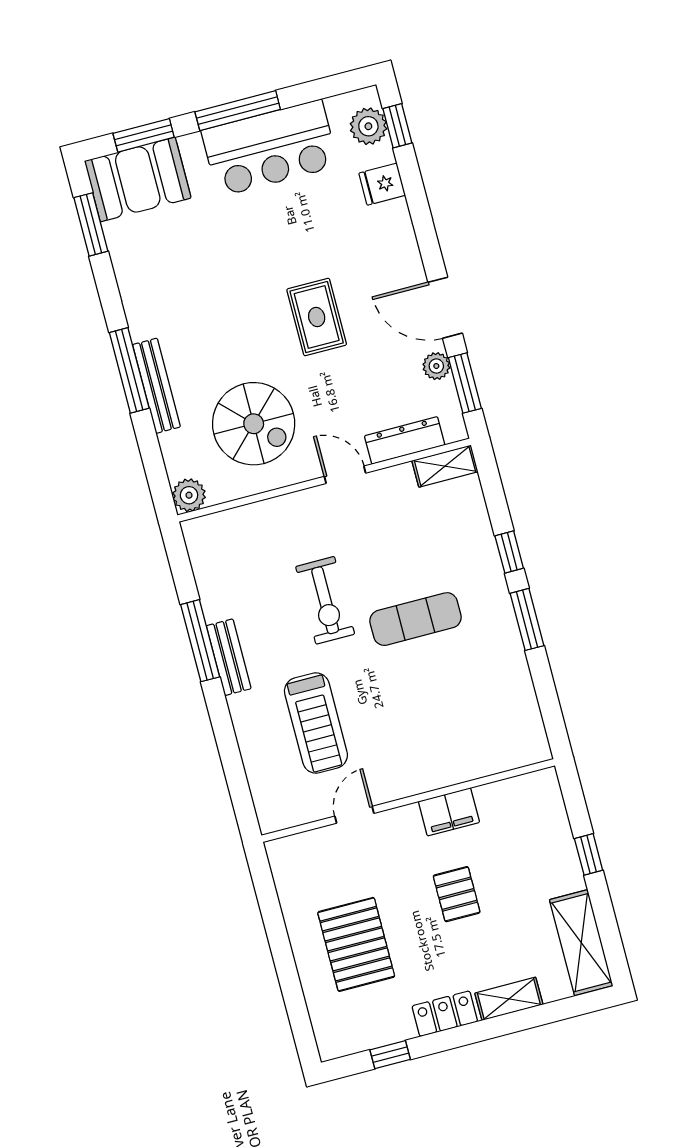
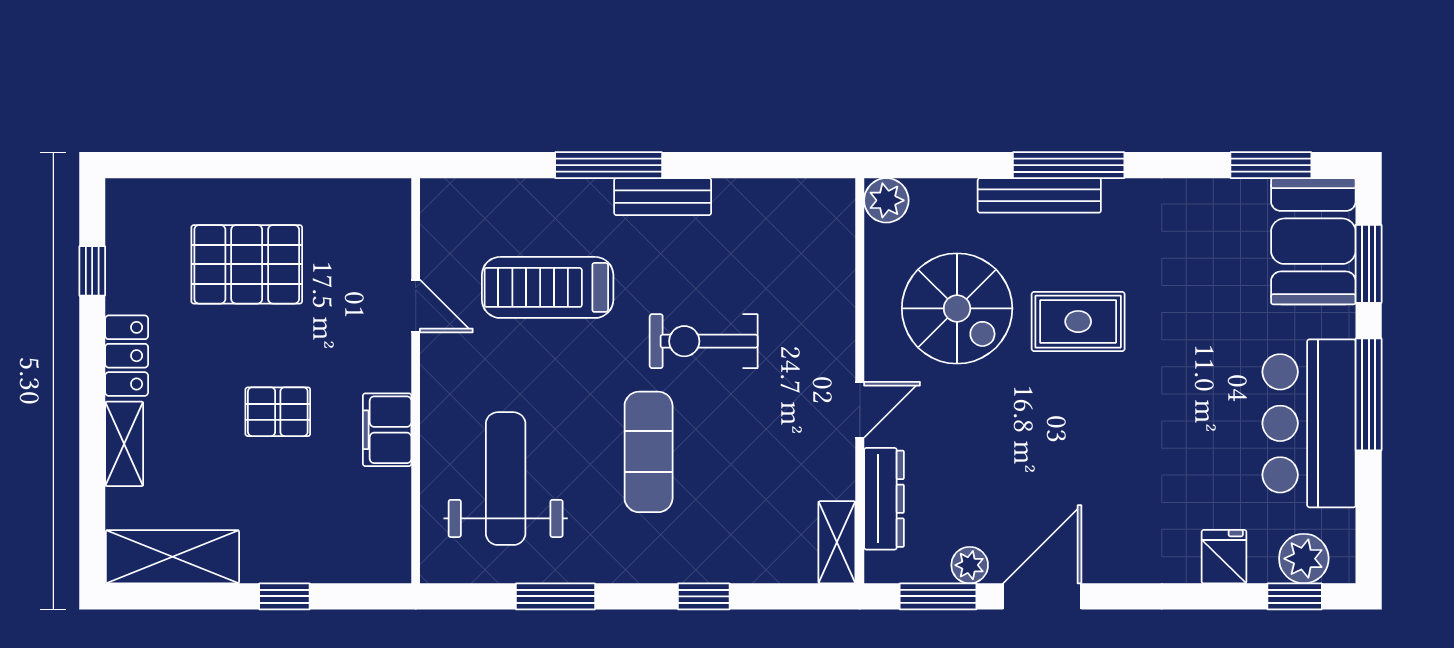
rug: (317, 317) -> (1078, 322), moved
spiral stairs: (254, 424) -> (957, 308), turned -90
window: (527, 619) -> (555, 596), moved
window: (200, 641) -> (609, 165), moved
weight bench: (462, 717) -> (506, 479), added

